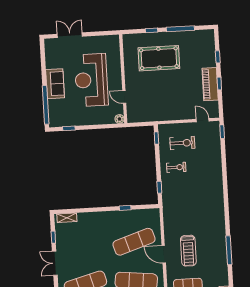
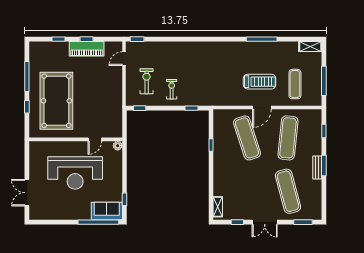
pool table: (159, 58) -> (56, 101), width x1.36, depth x1.32
sofa: (55, 84) -> (107, 211), moved

